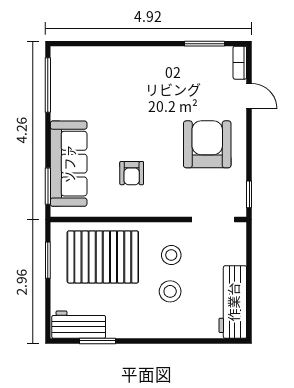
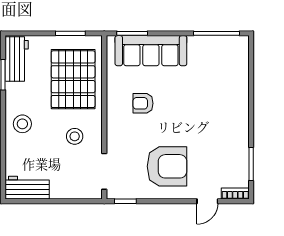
stool: (170, 291) -> (22, 124), moved
workbench: (233, 302) -> (27, 188), width x0.73

